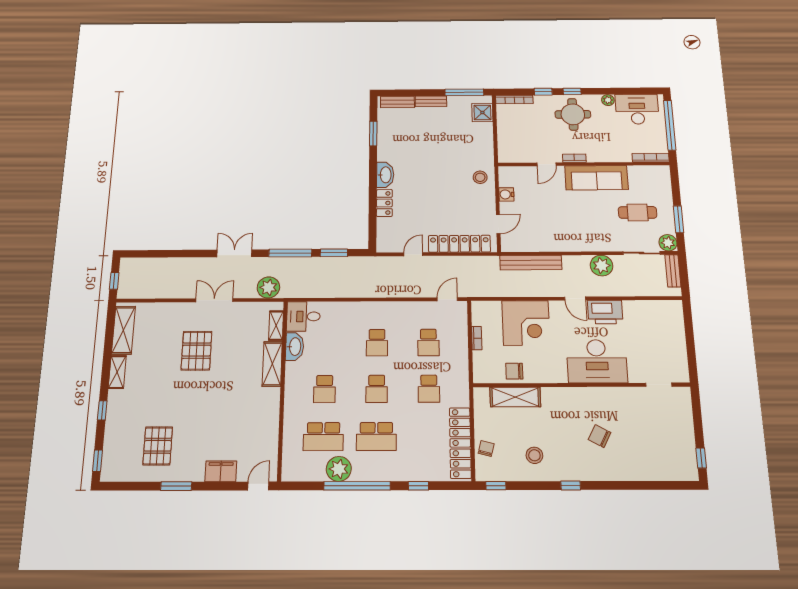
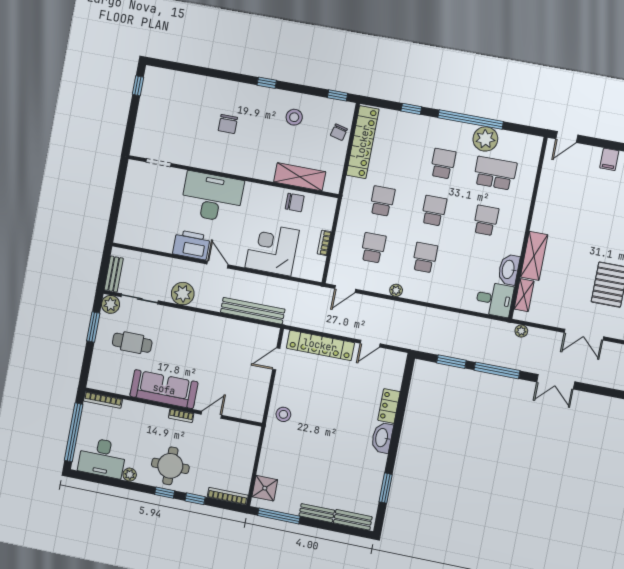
water cooler: (506, 194) -> (261, 390), removed
plant: (268, 287) -> (521, 331), width x0.53, depth x0.53
plant: (398, 307) -> (396, 290), added
school desk: (376, 436) -> (443, 164), width x0.54
chair: (600, 436) -> (228, 124), turned 62
filing cabinet: (221, 471) -> (609, 159), width x0.50

